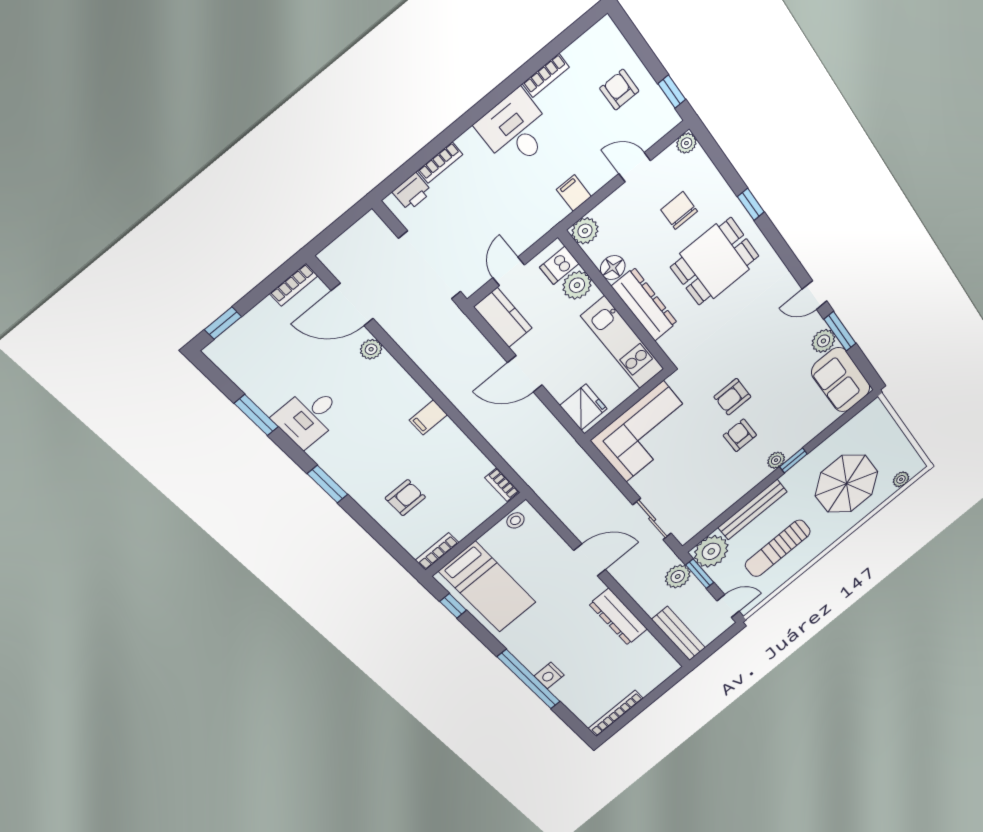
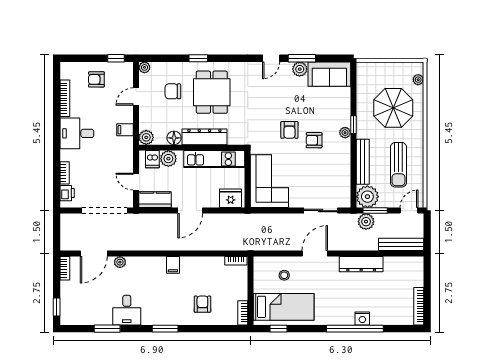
bookcase: (546, 75) -> (65, 98), width x1.56
stool: (515, 520) -> (284, 275), moved

